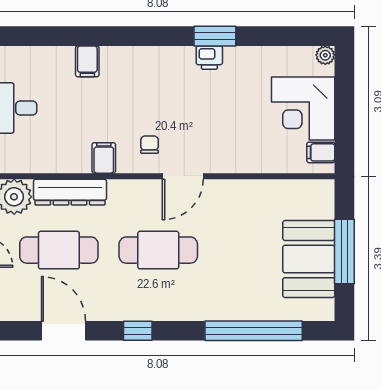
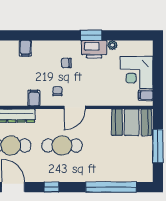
plant: (325, 55) -> (112, 45), moved
printer: (209, 58) -> (94, 49), width x1.87, depth x1.48
chair: (167, 90) -> (66, 63), added
booth: (309, 259) -> (132, 122), moved, turned 90

